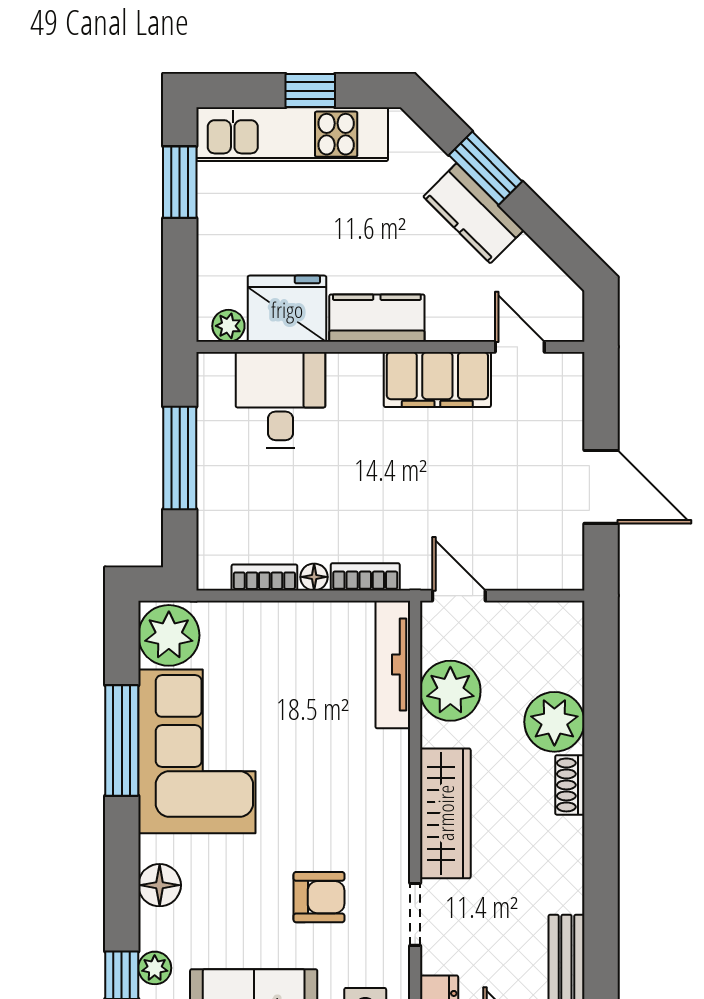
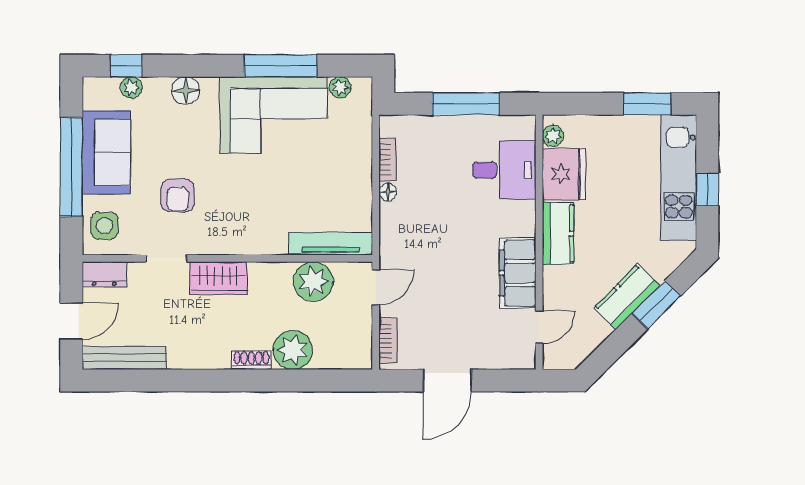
bookcase: (365, 577) -> (388, 341), moved
plant: (169, 635) -> (340, 87), width x0.53, depth x0.53
wardrobe: (445, 813) -> (218, 278), width x0.67

